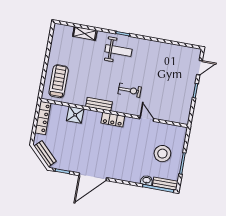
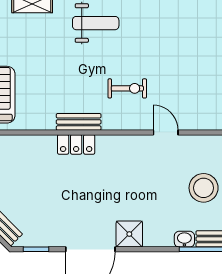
shower: (75, 115) -> (129, 234), moved
locker: (113, 120) -> (76, 144), moved

